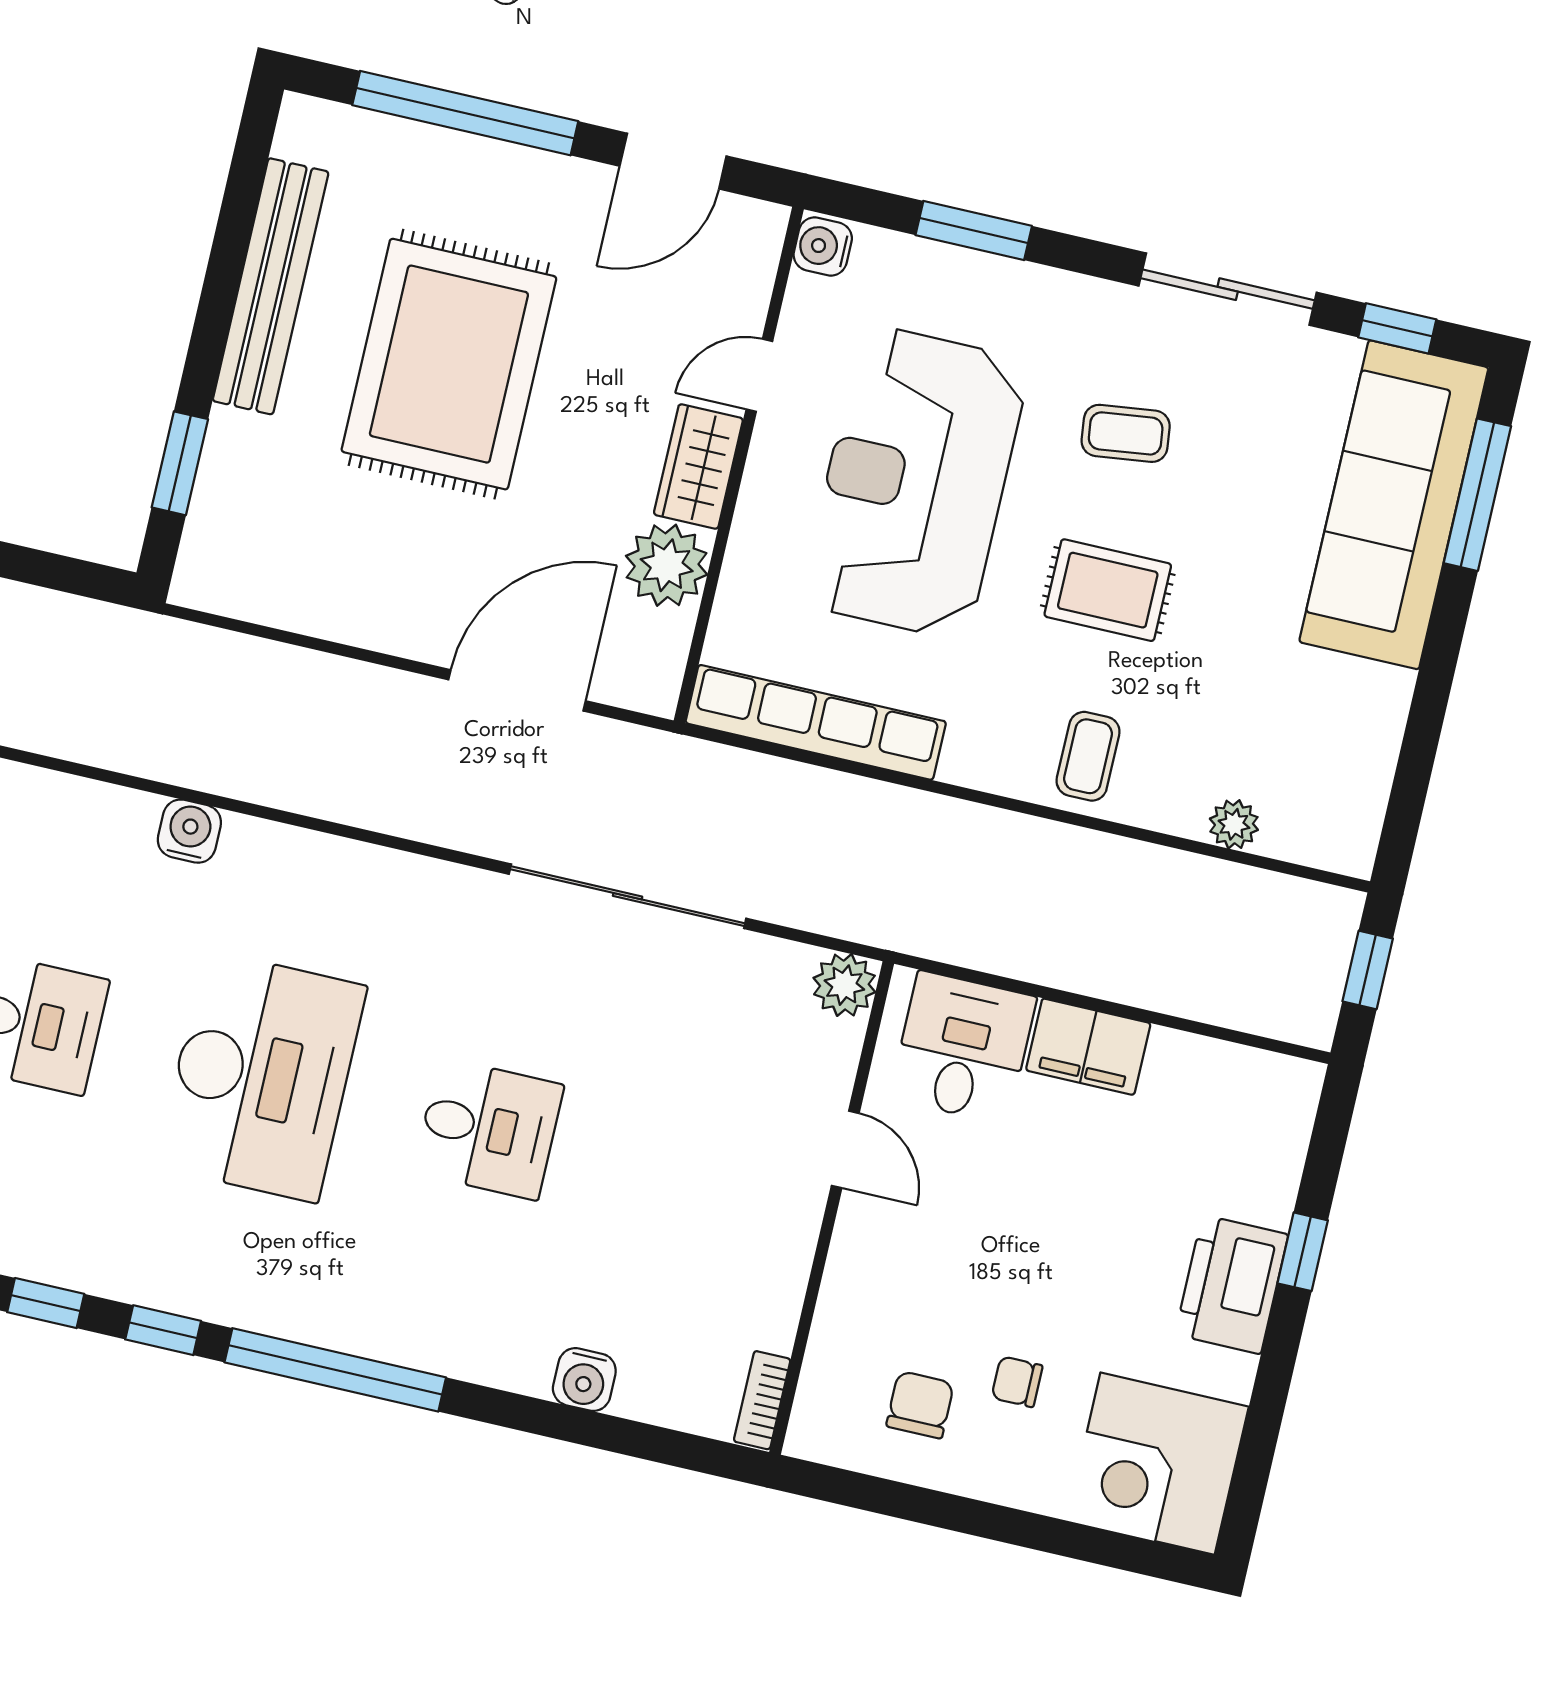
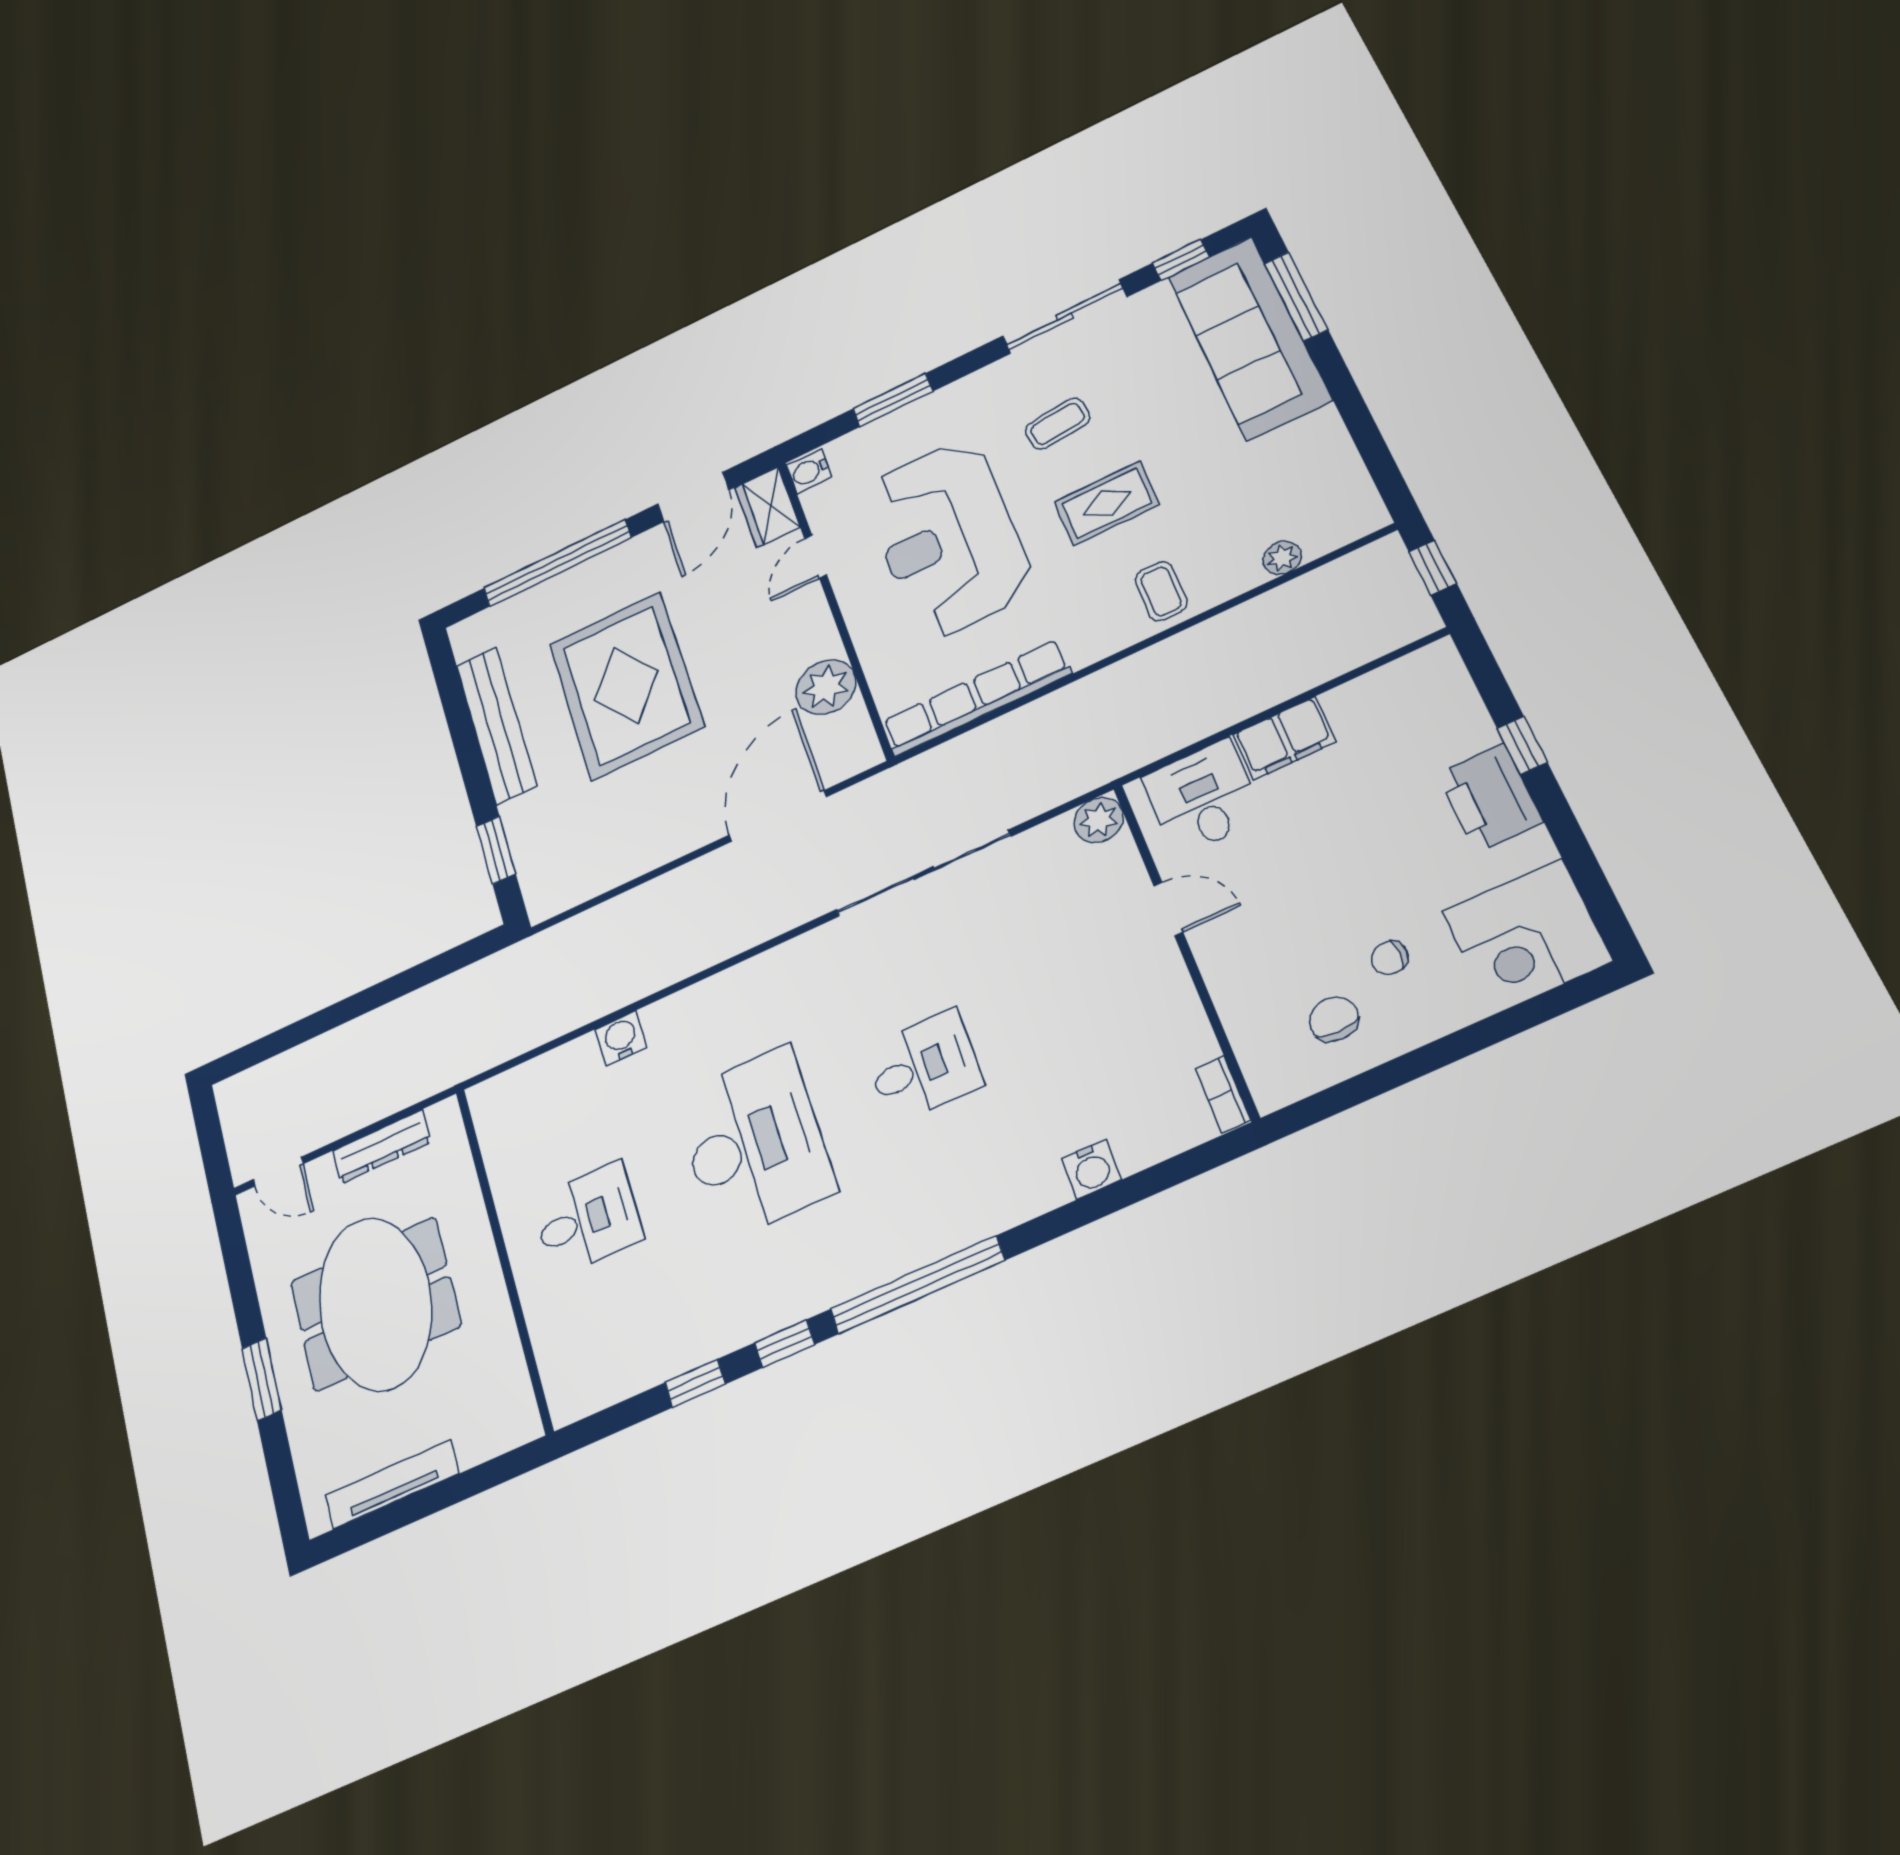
wardrobe: (698, 466) -> (767, 507), moved

